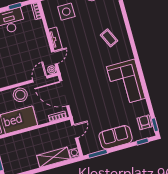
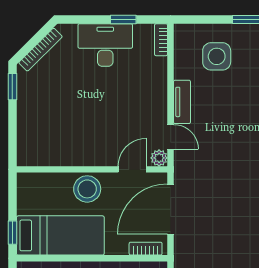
door: (54, 58) -> (171, 137), hinge flipped
door: (64, 93) -> (171, 209), hinge flipped

